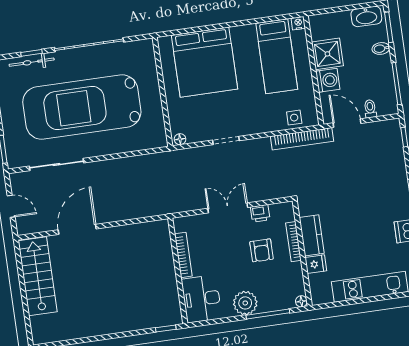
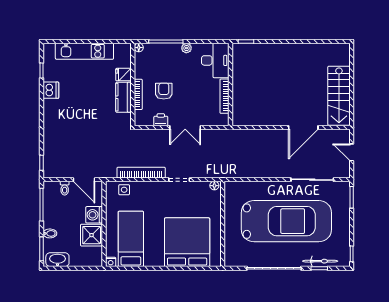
bookcase: (302, 139) -> (141, 173), moved
plant: (245, 303) -> (186, 48), width x0.53, depth x0.53

